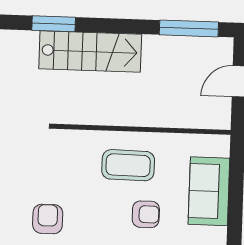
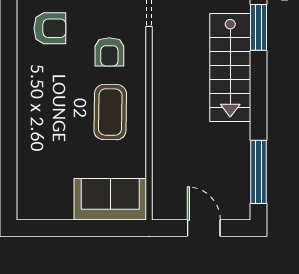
sofa: (209, 191) -> (110, 199), moved
armchair: (146, 214) -> (109, 52), moved

